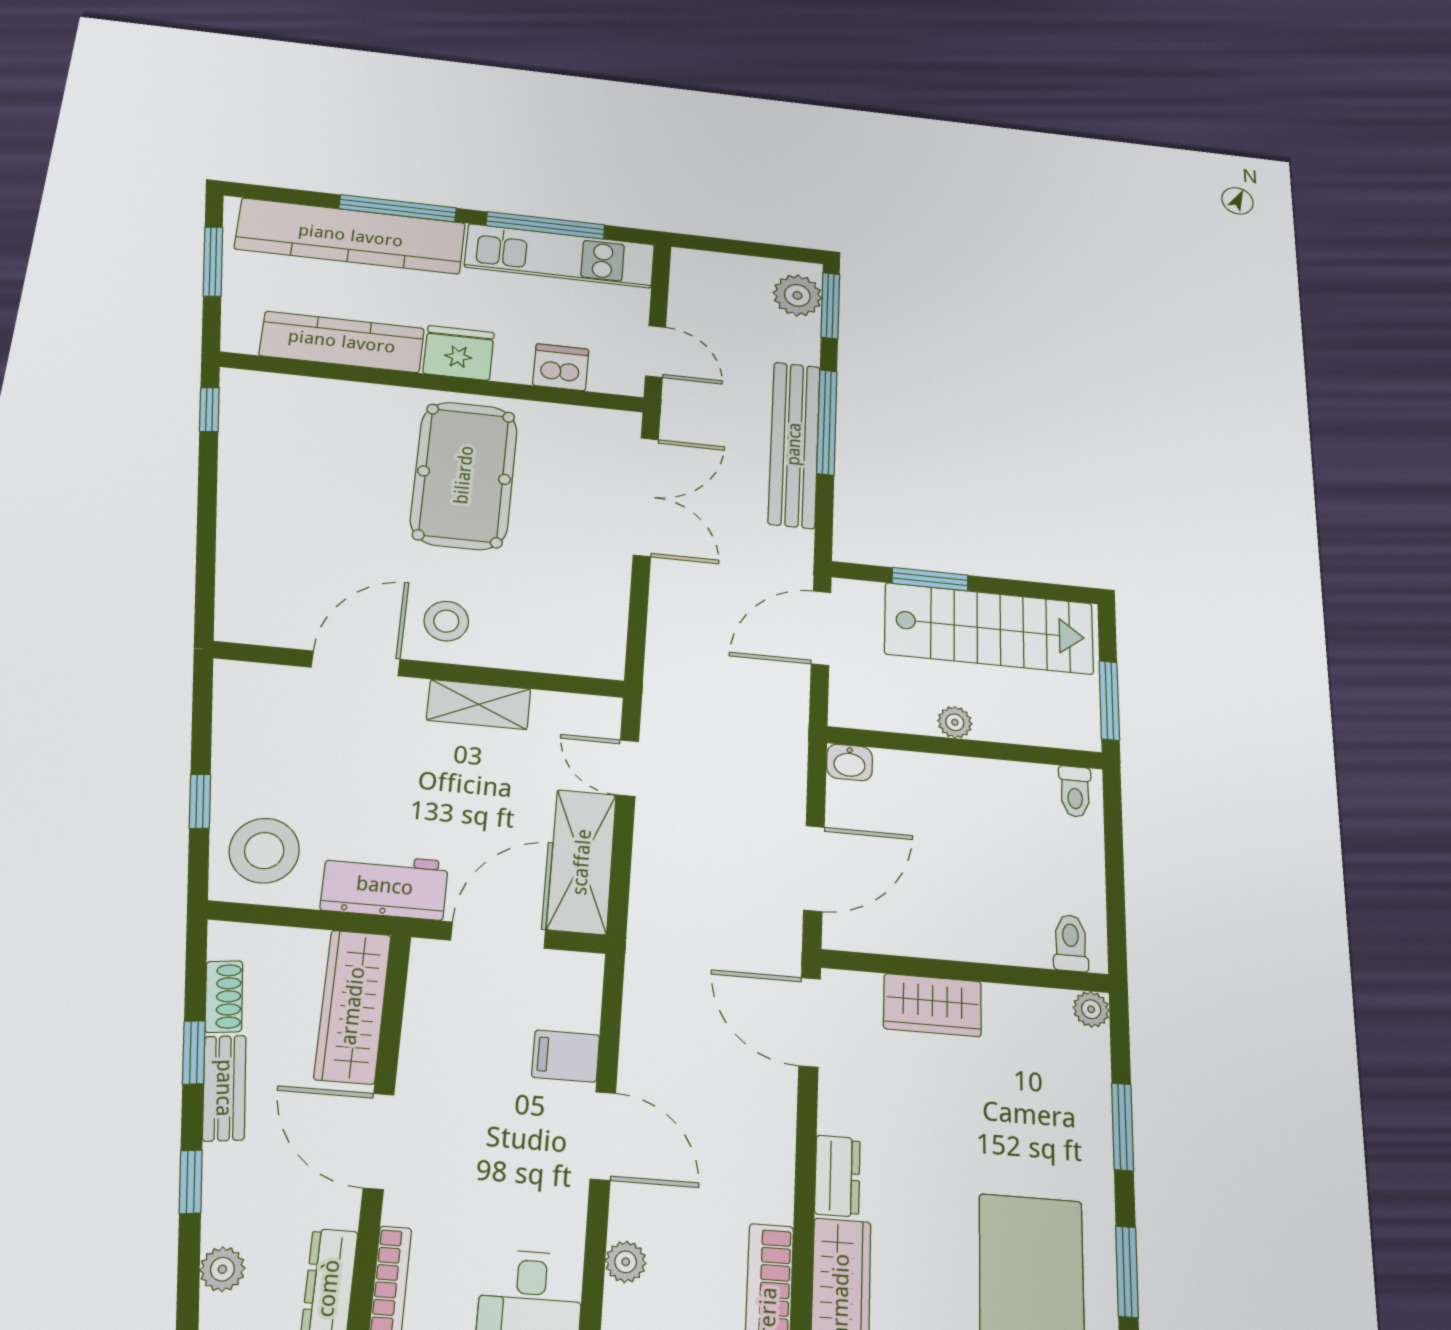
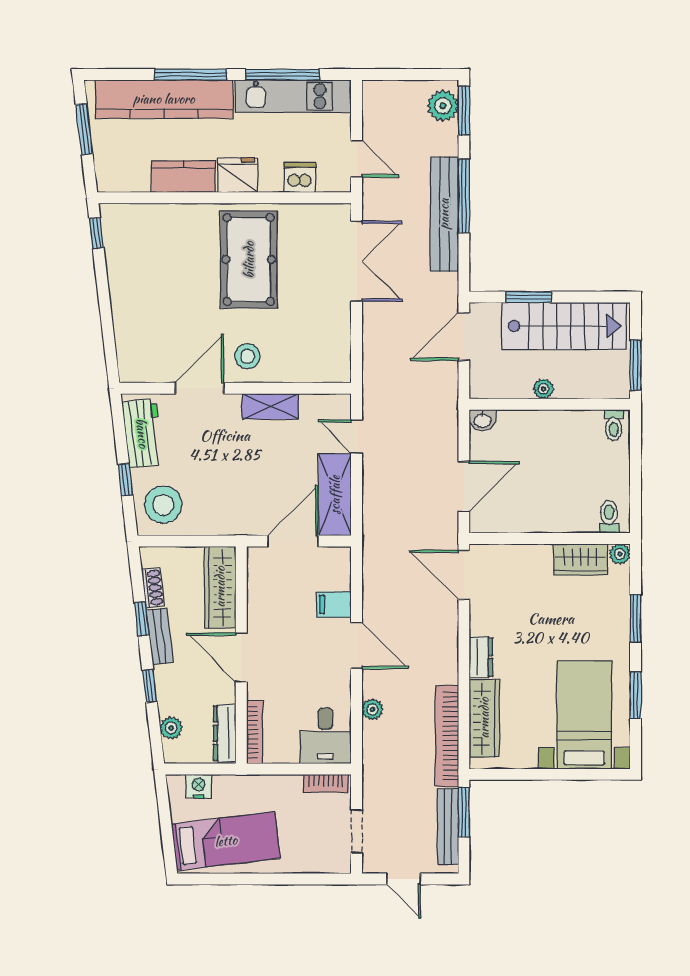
kitchen counter: (342, 342) -> (183, 177), width x0.67
workbench: (385, 886) -> (142, 433), moved, turned 83
wardrobe: (933, 1005) -> (580, 559), moved

